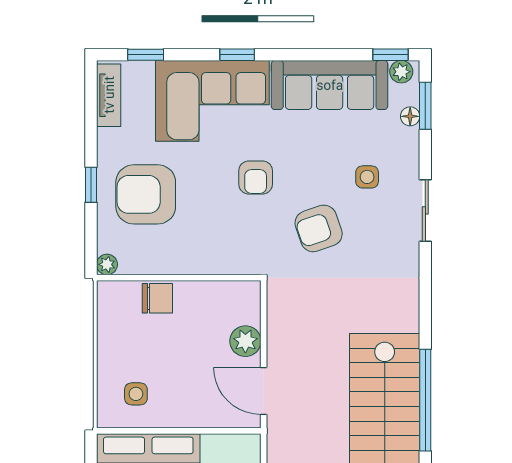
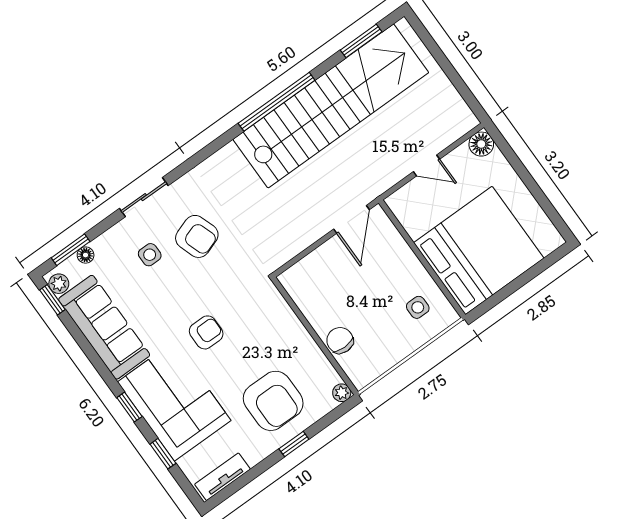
window: (146, 55) -> (163, 454), moved
armchair: (319, 228) -> (197, 236), moved
plant: (245, 341) -> (326, 257), removed

